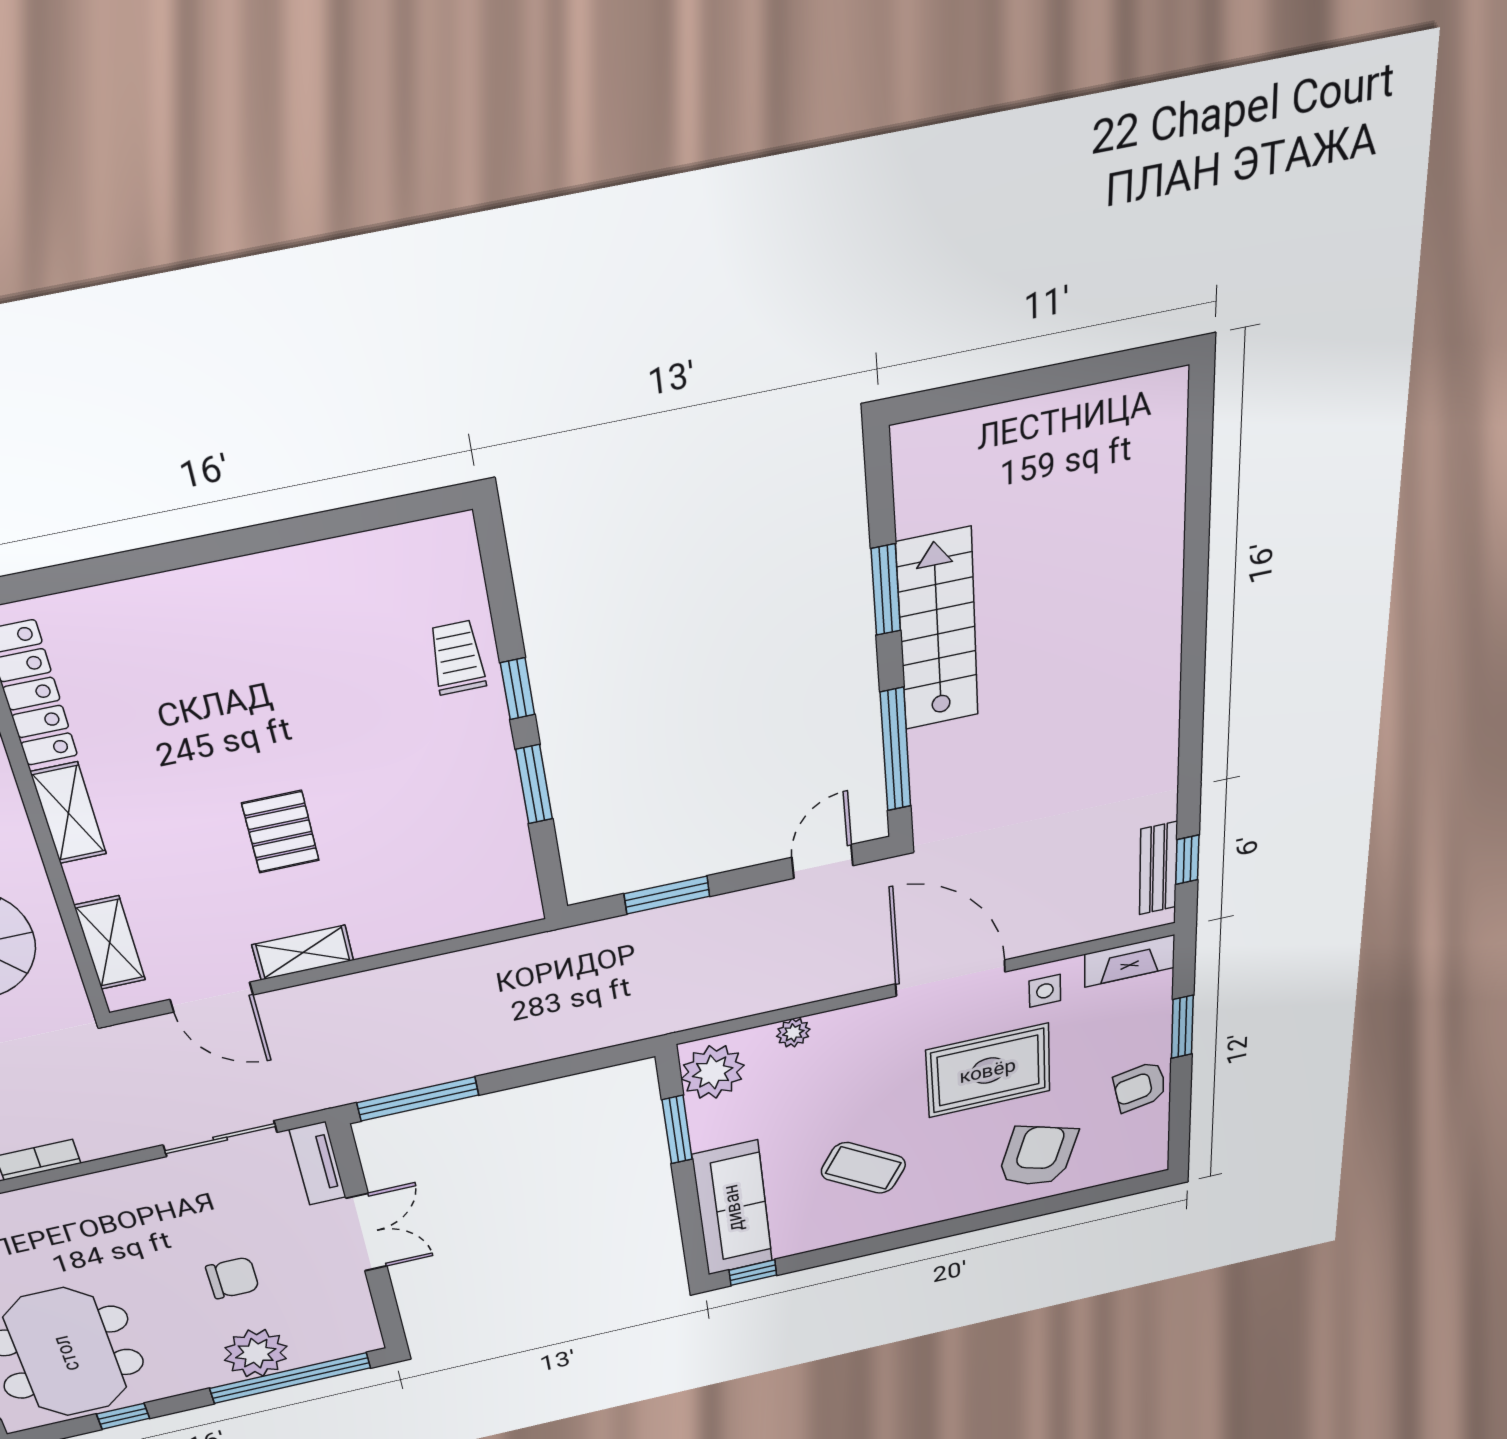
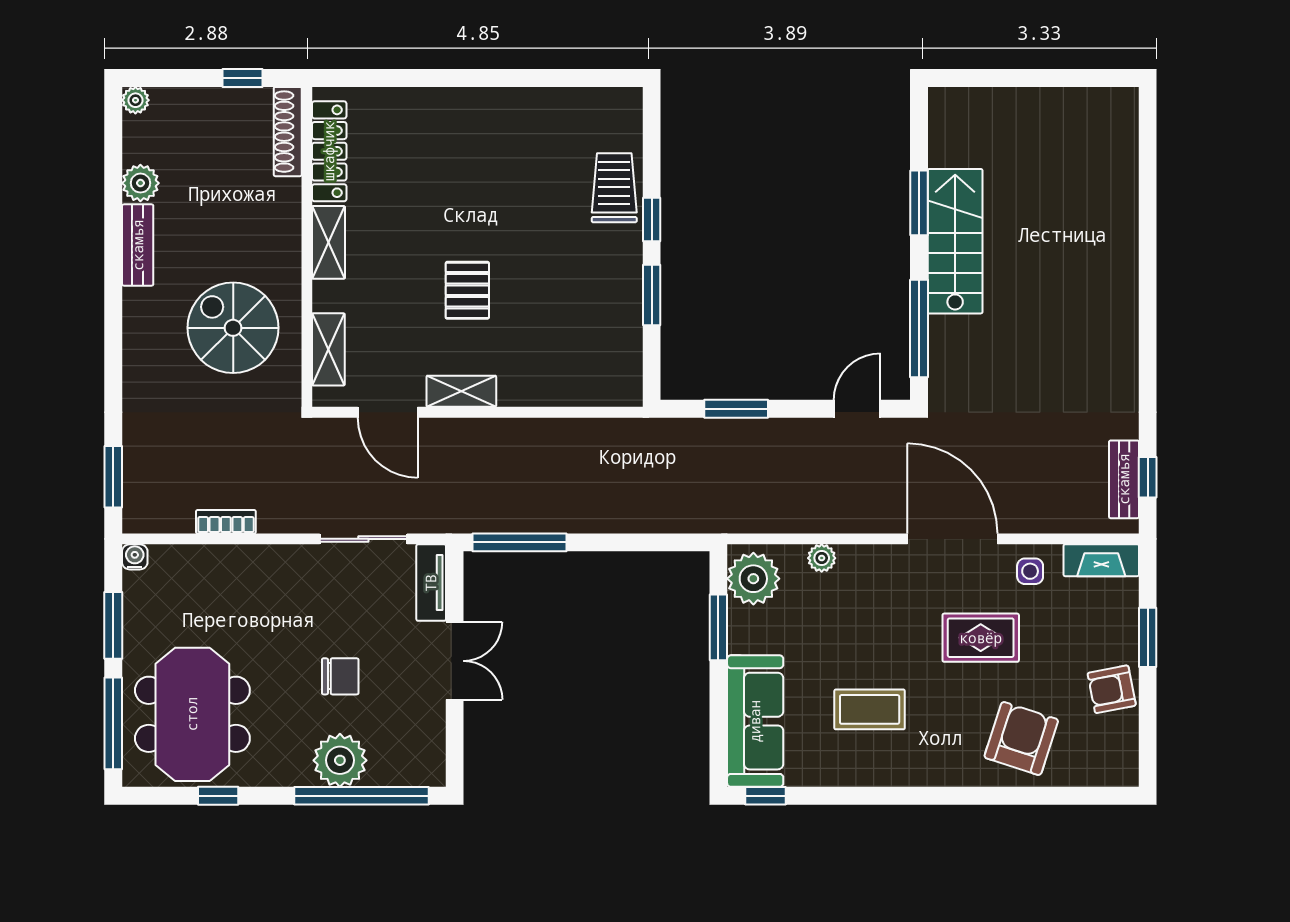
trolley: (457, 658) -> (614, 188), width x1.36, depth x1.39
rug: (988, 1071) -> (981, 638), width x0.73, depth x0.70
coffee table: (863, 1168) -> (870, 709), turned -32

